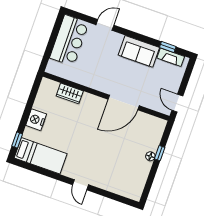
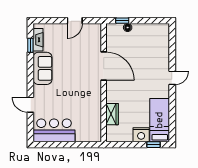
wardrobe: (70, 93) -> (112, 114), moved
wall: (106, 96) -> (104, 83), moved
door: (124, 102) -> (104, 66), moved
nightstand: (36, 120) -> (141, 135), moved

